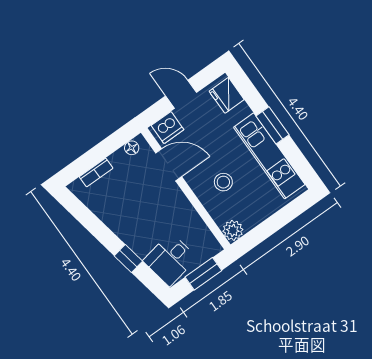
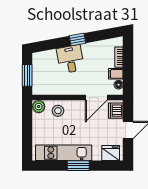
filing cabinet: (120, 161) -> (116, 74), added
stool: (223, 182) -> (58, 111), moved
window: (128, 259) -> (77, 39), moved
desk: (170, 259) -> (70, 59), moved

